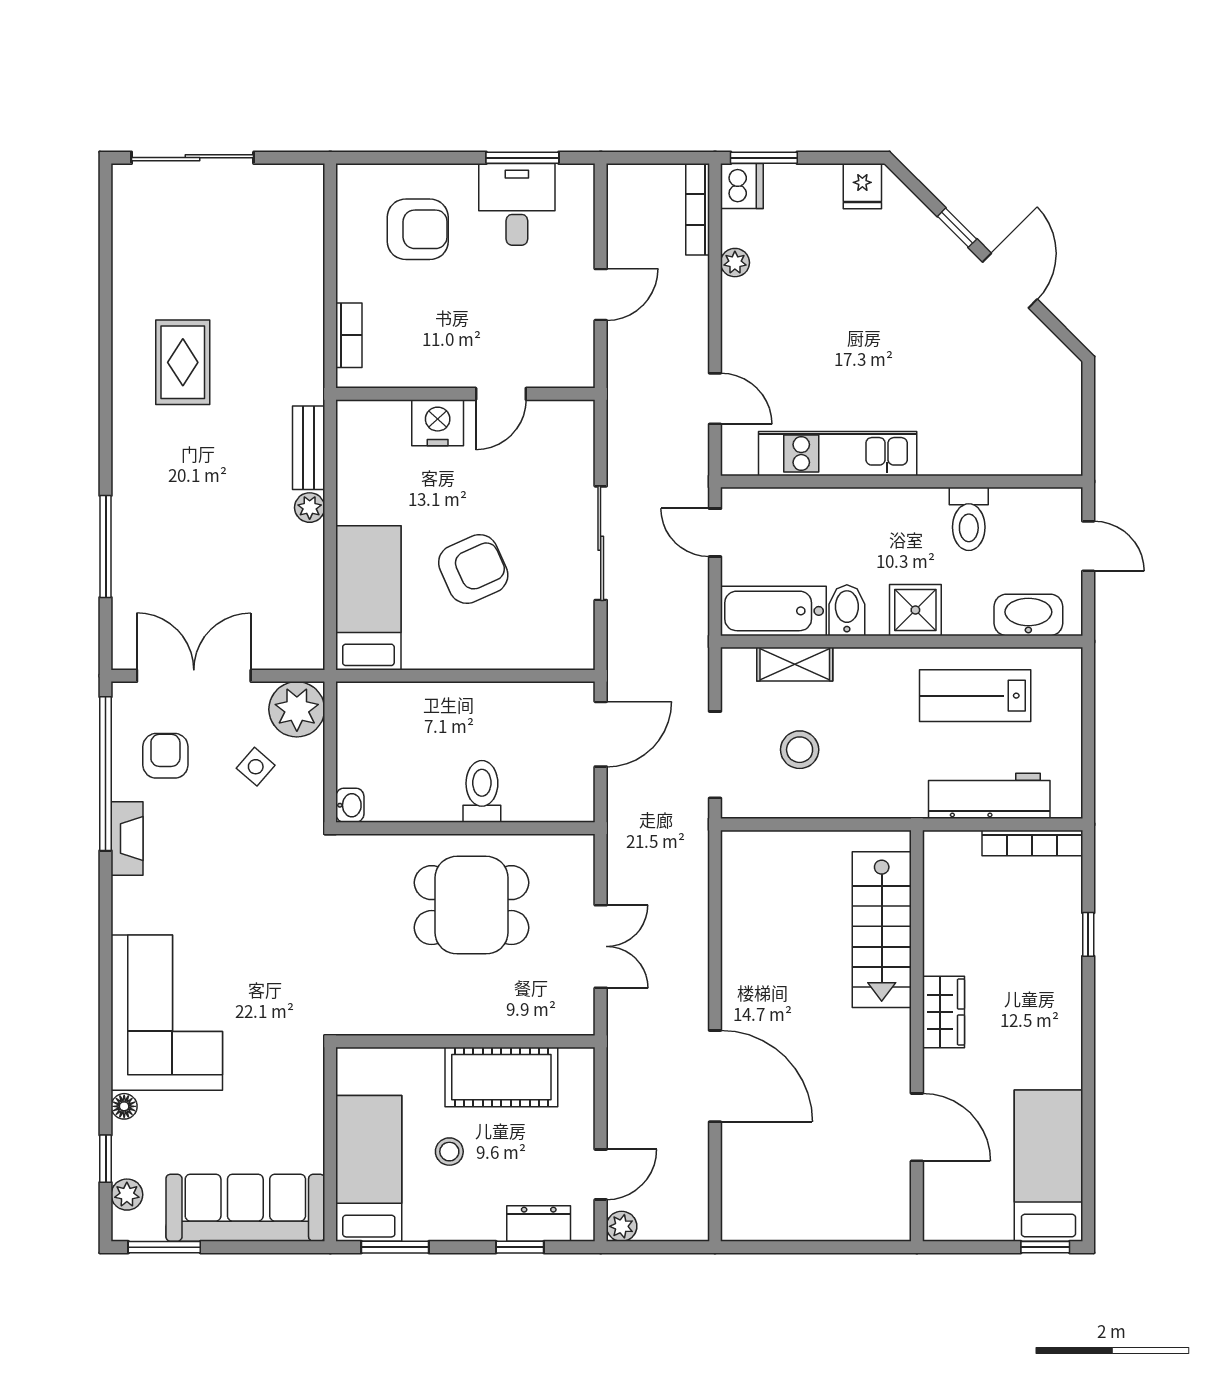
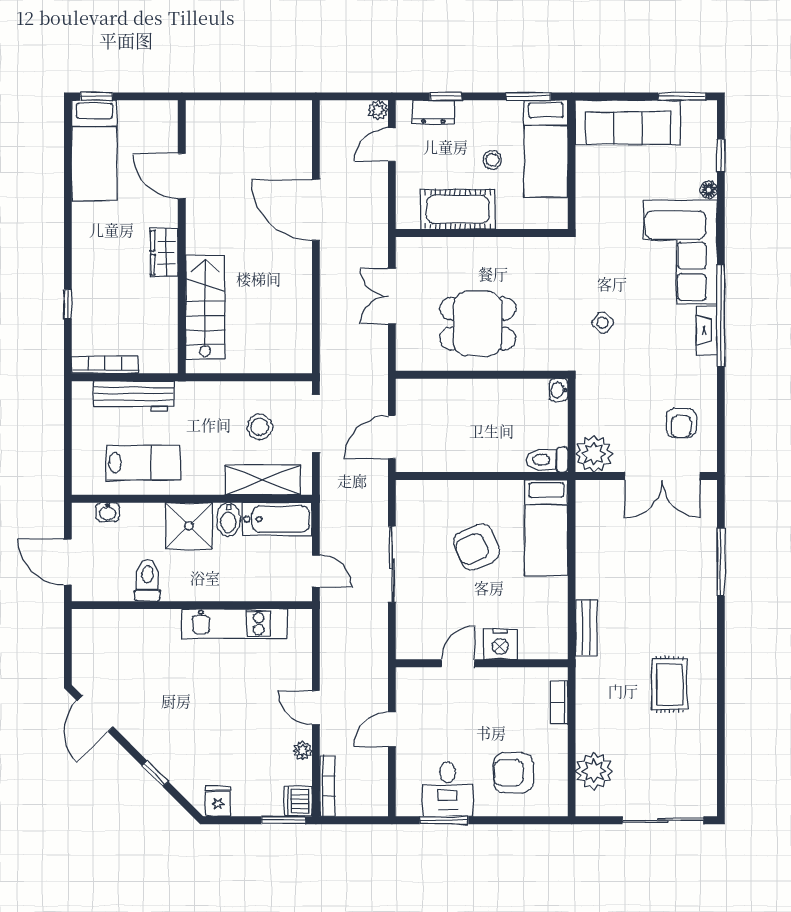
door: (1010, 281) -> (95, 714), moved
door: (715, 399) -> (316, 708), moved
plant: (310, 508) -> (594, 771), moved, width x1.87, depth x1.87
door: (1088, 546) -> (68, 562), width x1.38
shower: (915, 610) -> (189, 526), width x1.36, depth x1.36
washbasin: (1028, 615) -> (108, 512), width x0.52, depth x0.69
shelving: (795, 664) -> (263, 480), width x1.50, depth x1.33
side table: (256, 767) -> (603, 323), moved
window: (106, 774) -> (721, 315), moved
toilet: (482, 791) -> (547, 460), moved, turned 90
fireplace: (127, 839) -> (707, 330), moved
plant: (127, 1195) -> (707, 131), removed

